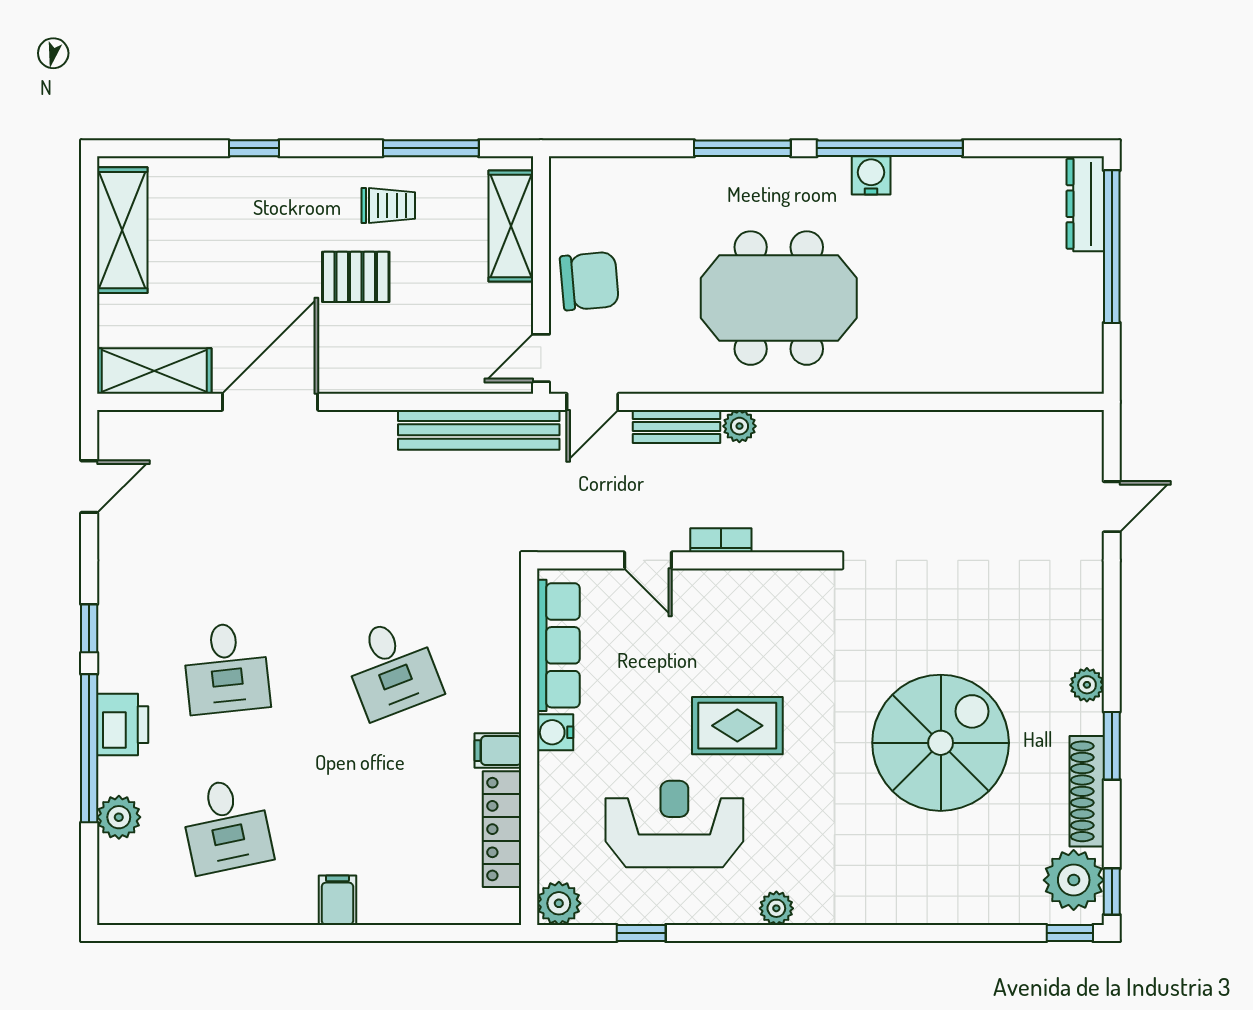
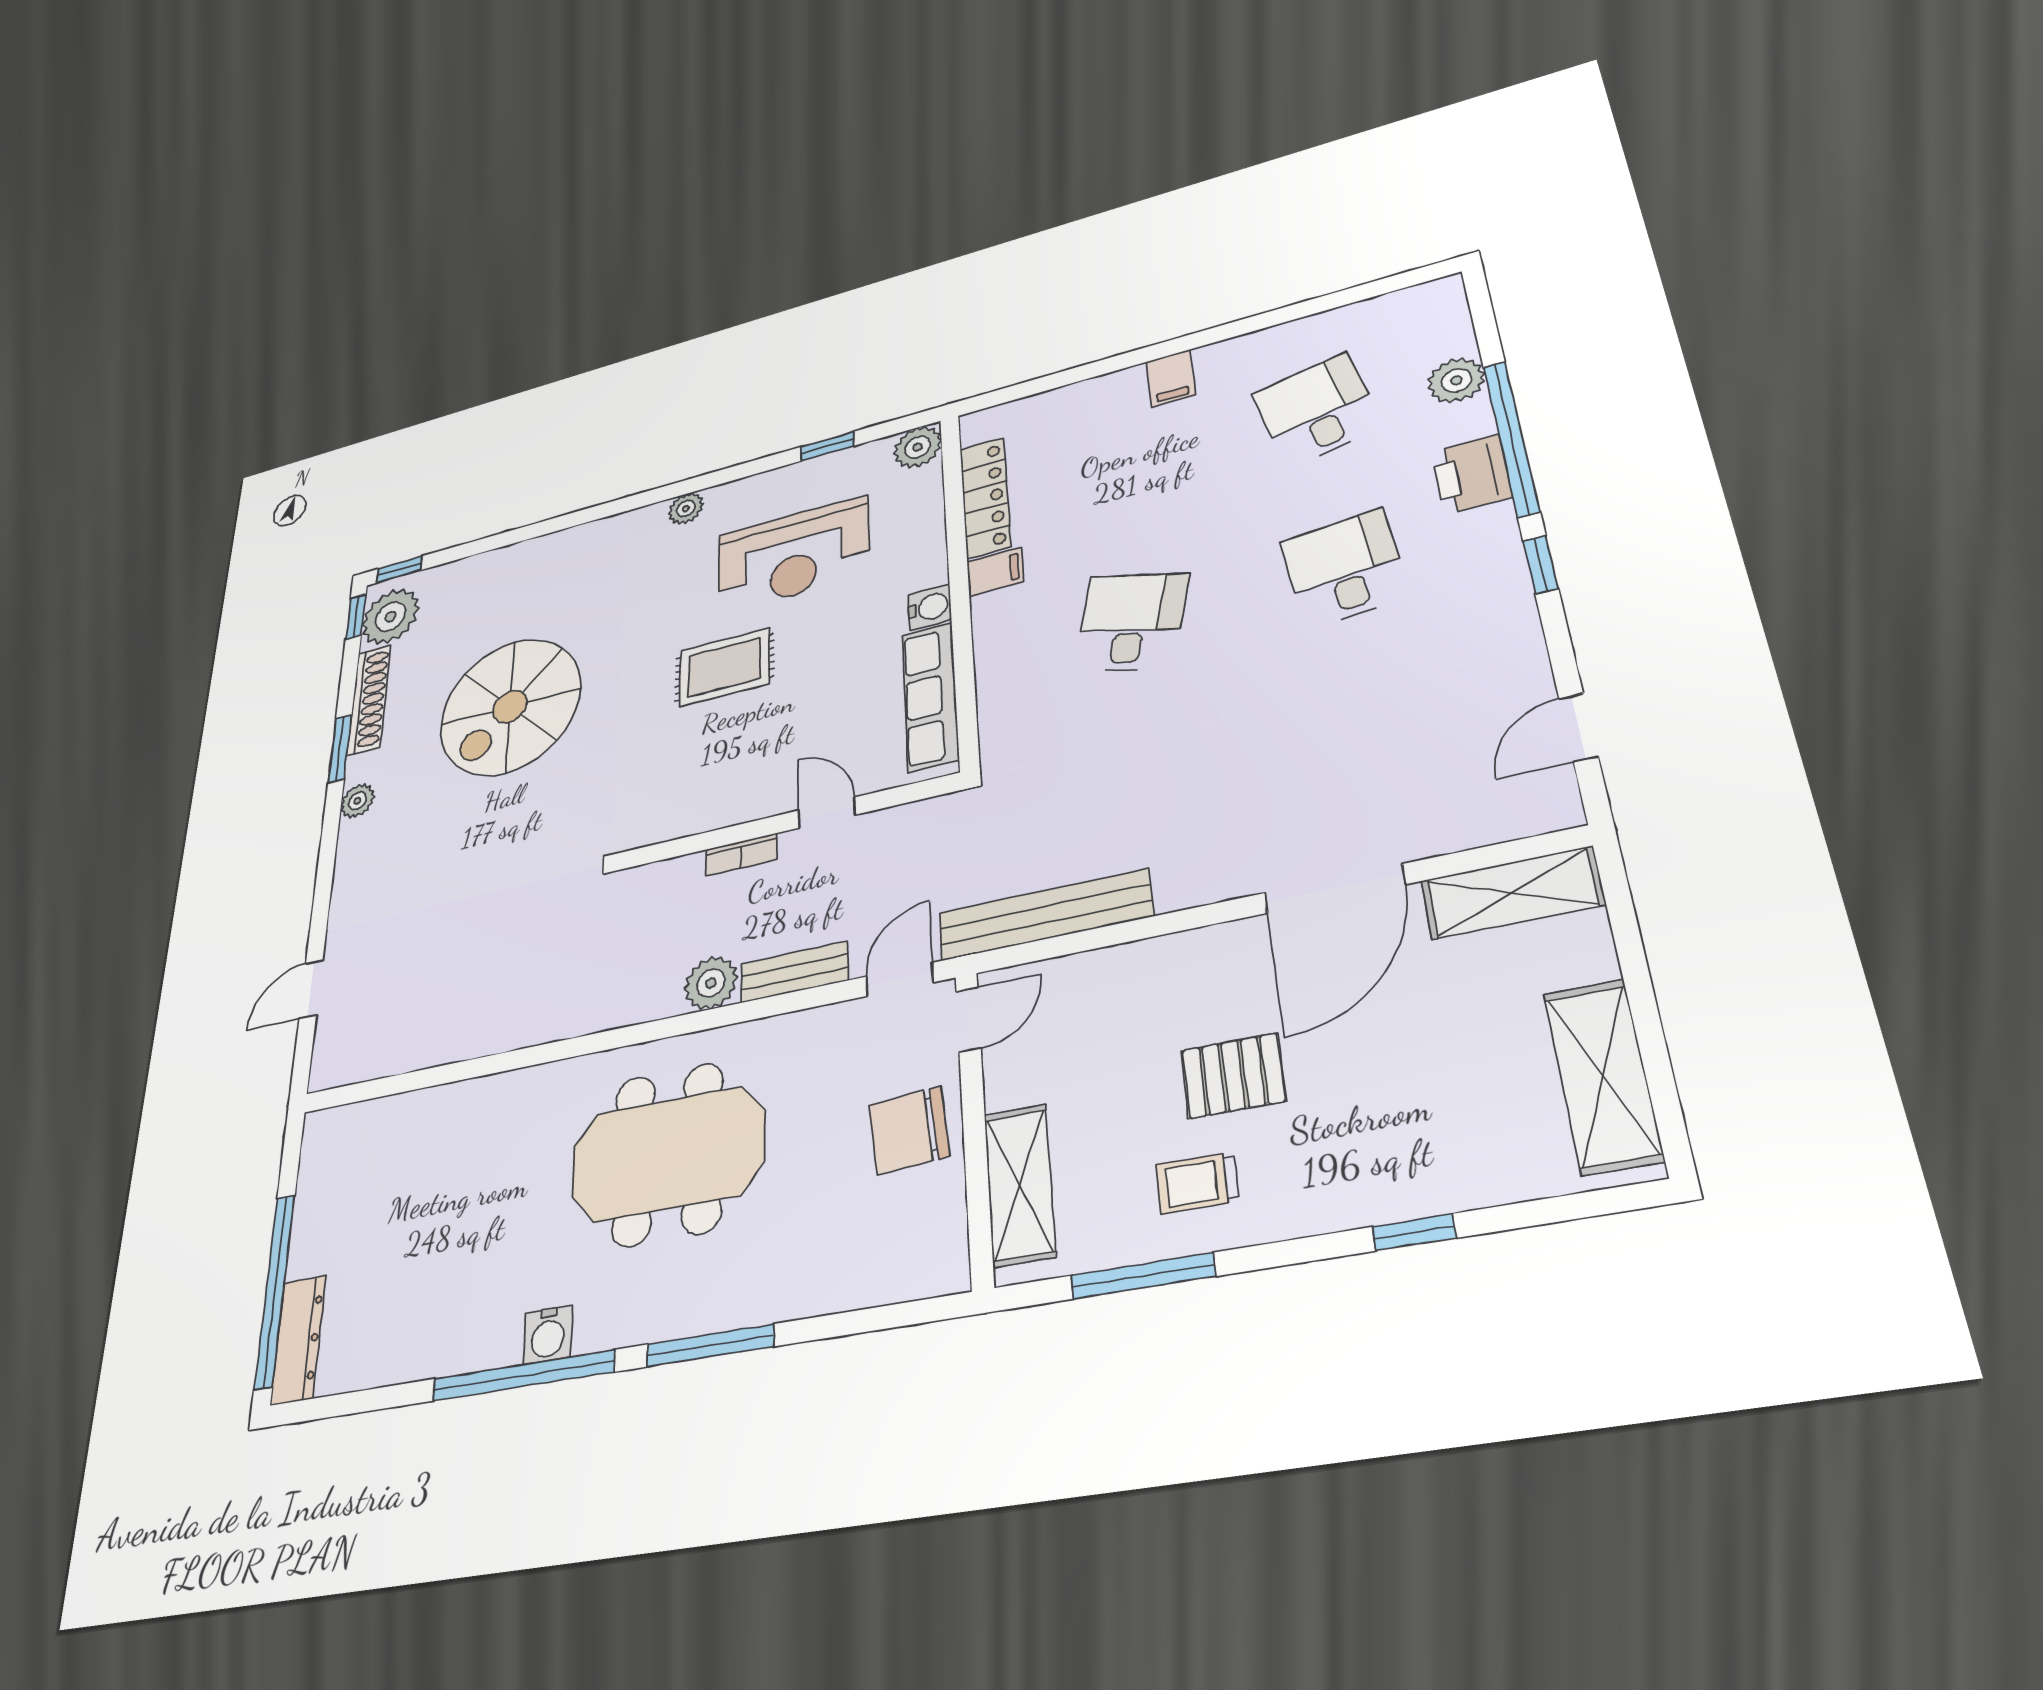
plant: (739, 426) -> (711, 983), width x1.38, depth x1.38
desk: (392, 668) -> (1131, 622), turned 36

